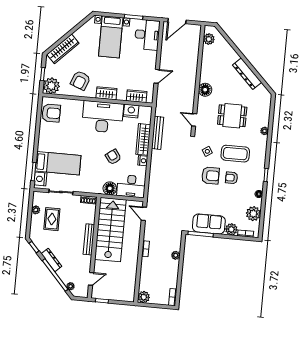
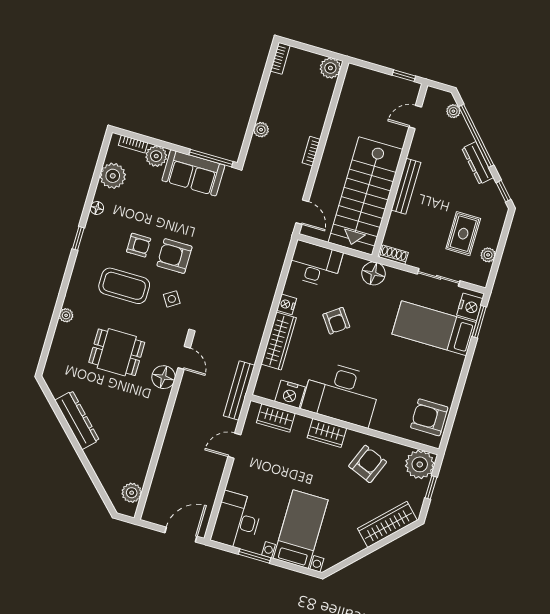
floor lamp: (205, 90) -> (164, 377), moved
bench: (158, 133) -> (239, 390), moved
floor lamp: (110, 188) -> (374, 273), moved

